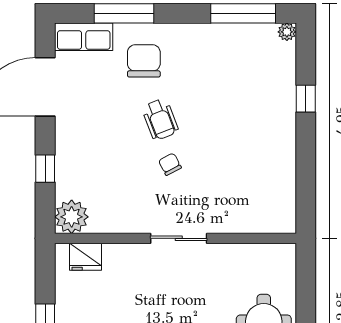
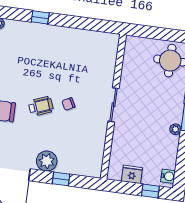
plant: (72, 217) -> (47, 161), moved
fridge: (85, 257) -> (132, 174), moved, turned -90

